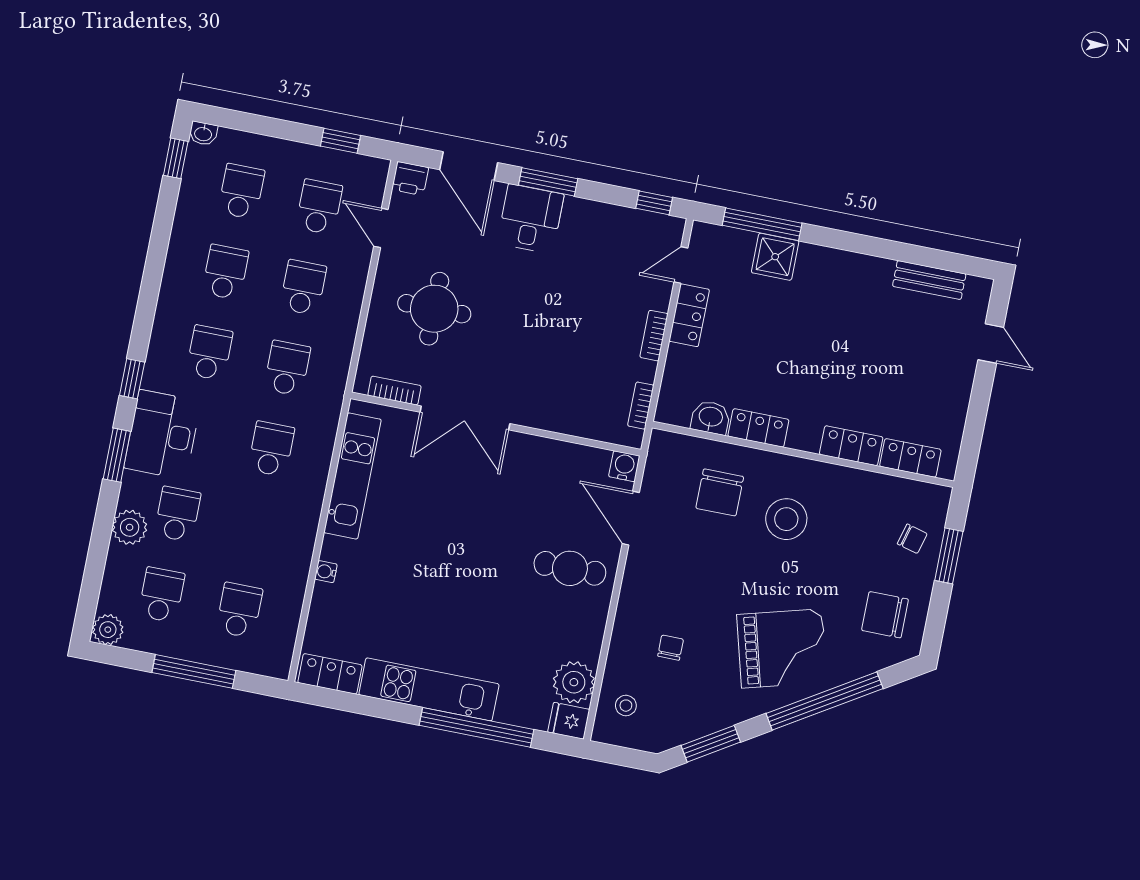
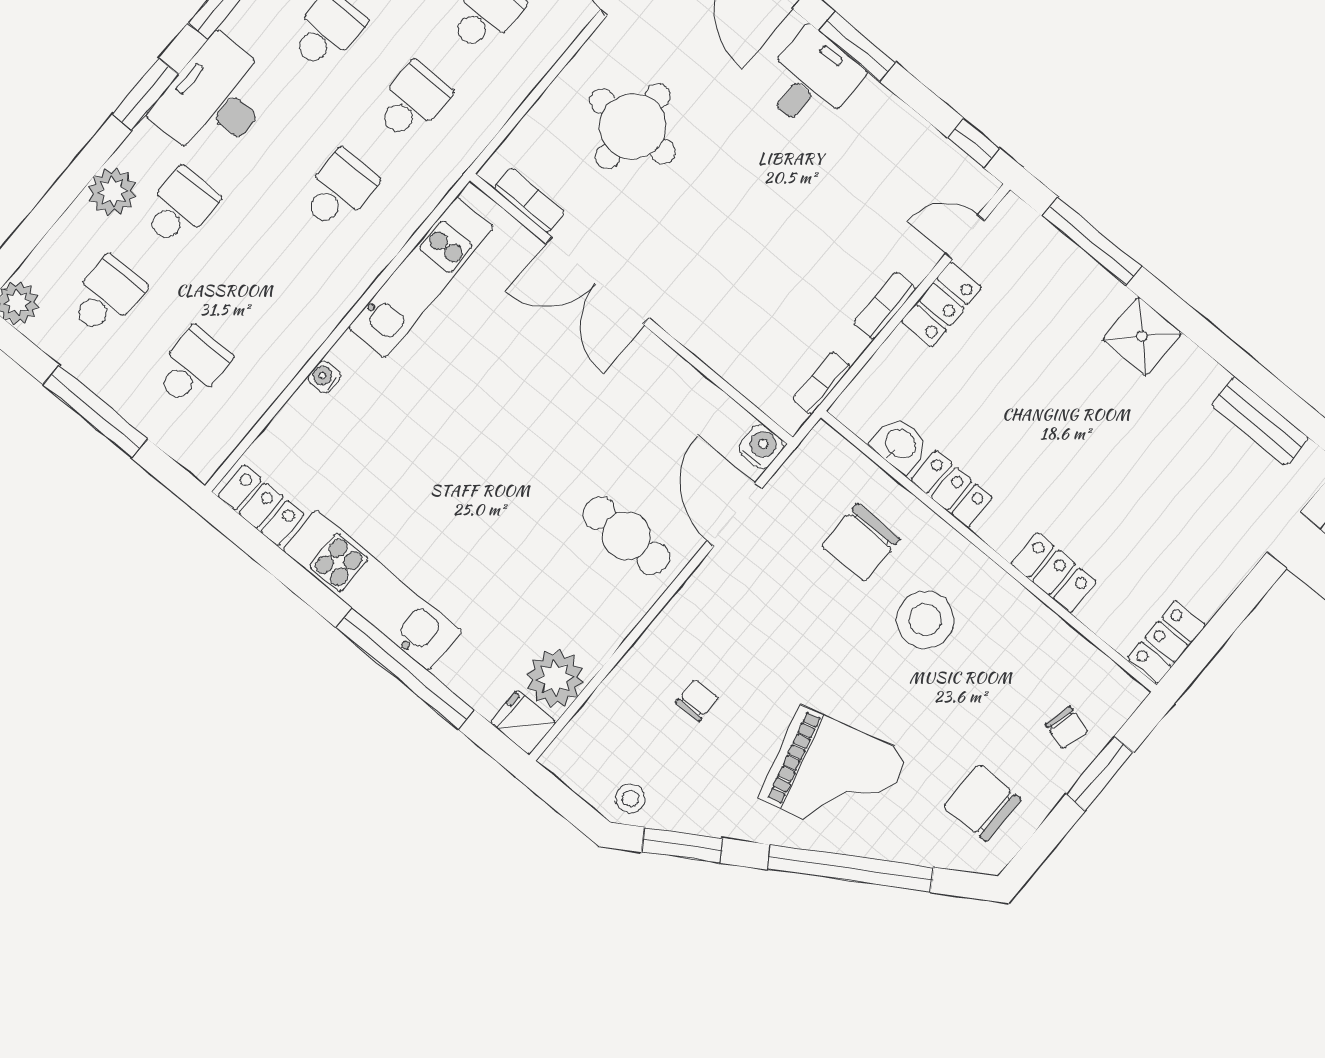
shower: (775, 257) -> (1142, 336), moved
locker: (910, 458) -> (1167, 642), moved, turned -90
stool: (626, 706) -> (630, 798), moved

